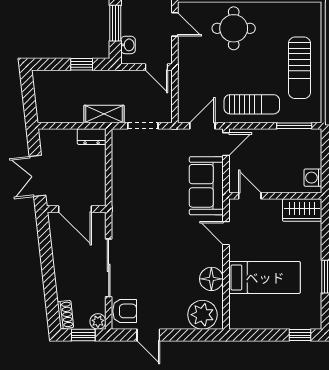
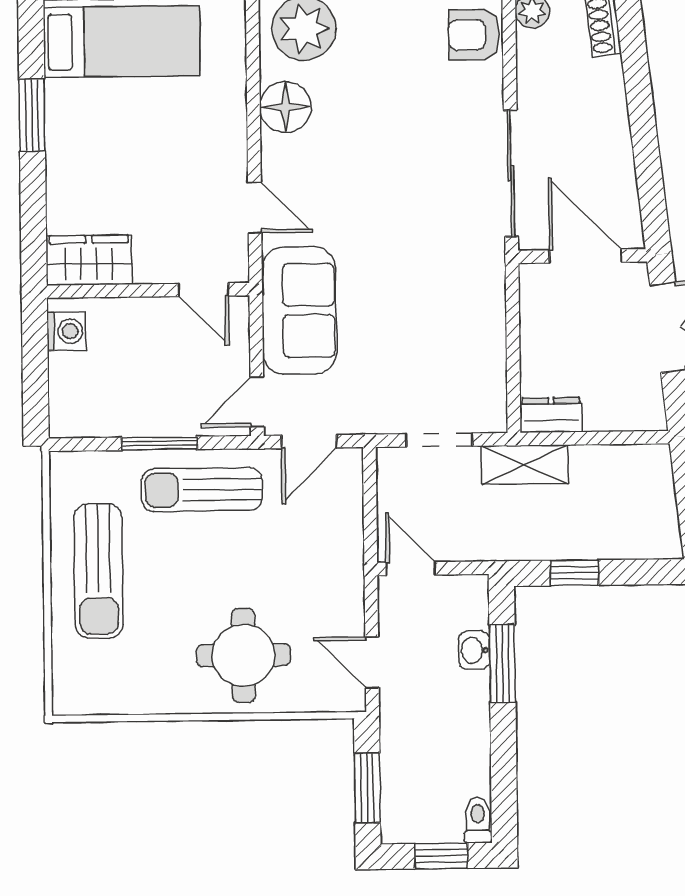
washbasin: (128, 45) -> (474, 650), moved
sun lounger: (300, 68) -> (98, 571), turned 180
window: (294, 126) -> (160, 443), moved
sliding door: (109, 268) -> (511, 174), moved
bed: (265, 277) -> (122, 42), moved, turned 180

